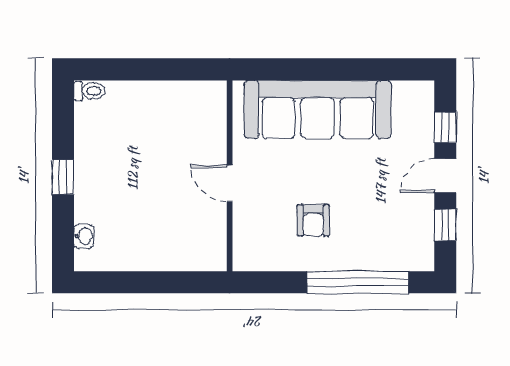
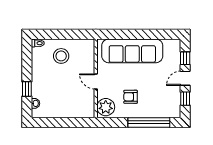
stool: (146, 122) -> (61, 56), added
window: (63, 177) -> (27, 89), moved
armchair: (313, 220) -> (131, 97), turned 90
plant: (253, 245) -> (106, 107), added

